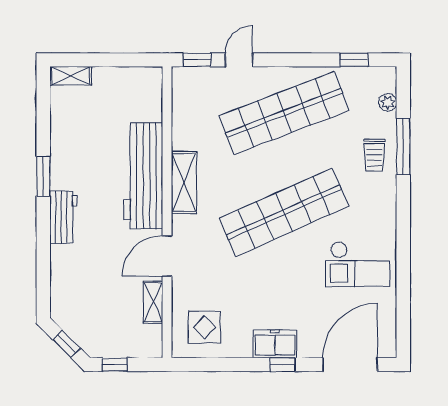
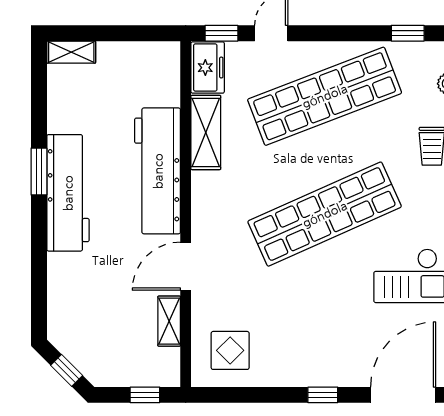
shelving: (184, 182) -> (206, 132), moved
workbench: (63, 217) -> (68, 193), width x1.88, depth x1.32
freezer: (275, 344) -> (208, 68), moved, turned 90
window: (115, 365) -> (145, 395), moved

